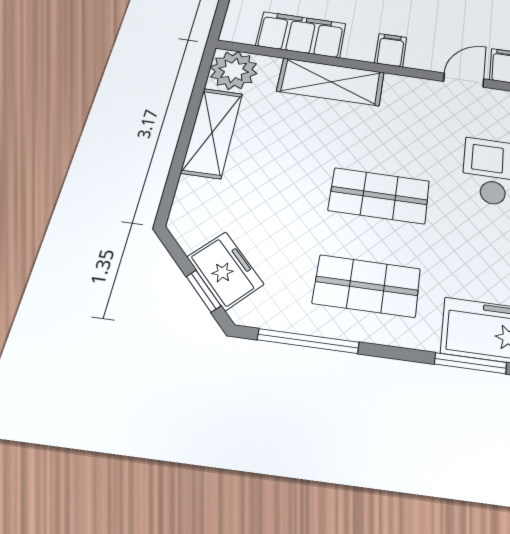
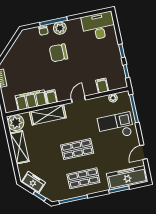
filing cabinet: (391, 50) -> (51, 97), moved
door: (464, 80) -> (78, 99), moved
freezer: (225, 271) -> (33, 182), moved

